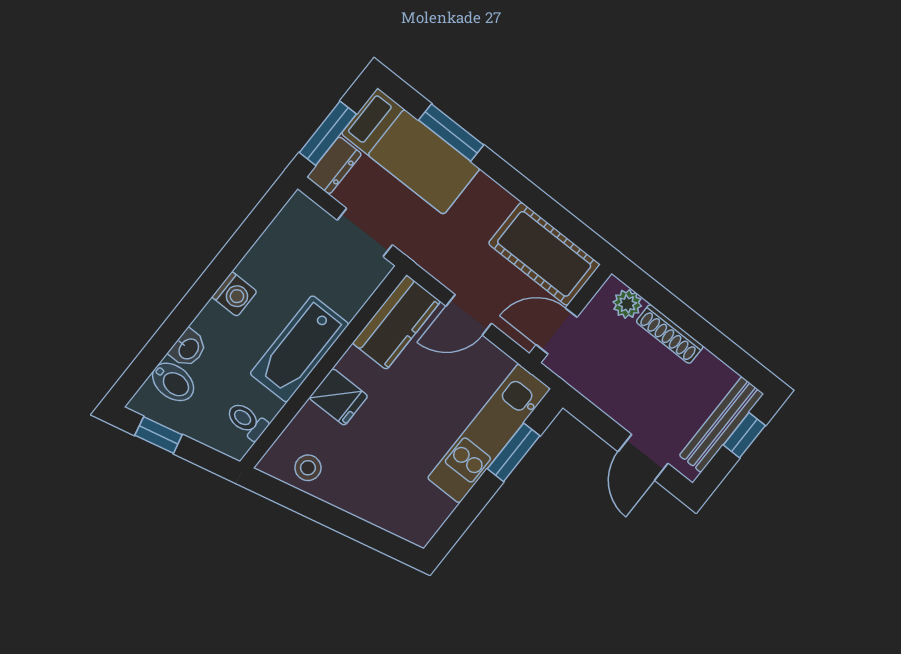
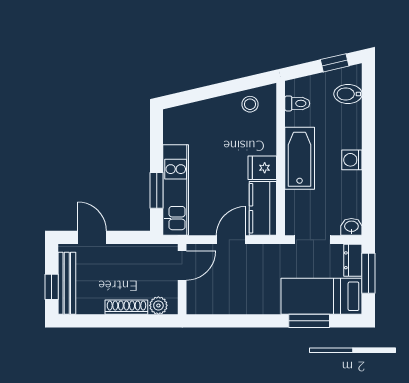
cot: (544, 254) -> (218, 298), removed
washbasin: (188, 348) -> (351, 227), moved, turned 90
fridge: (339, 397) -> (262, 168), moved

